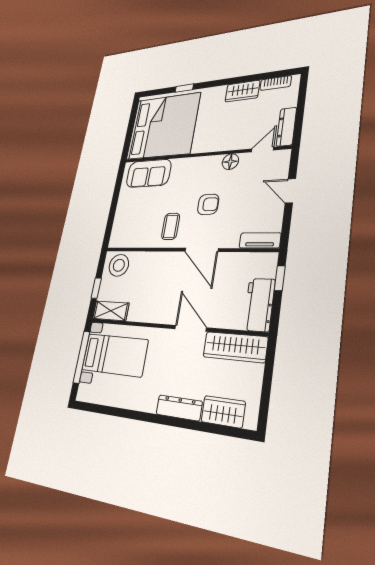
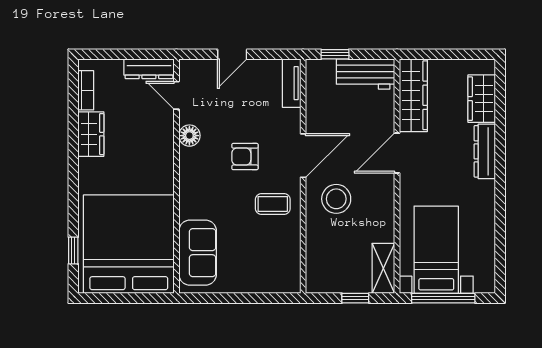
window: (184, 88) -> (73, 251), moved
armchair: (208, 204) -> (245, 157), turned -90
stool: (119, 265) -> (336, 199), moved

